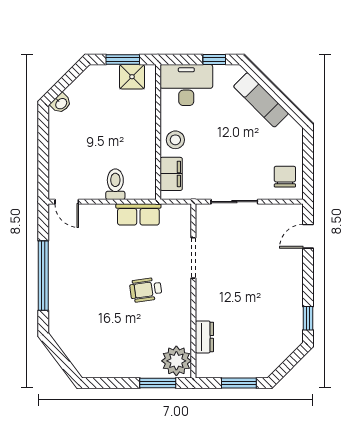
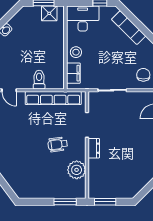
row of seats: (138, 214) -> (53, 98), width x2.02
dresser: (204, 337) -> (94, 148), moved
plant: (176, 361) -> (77, 170), moved
window: (239, 383) -> (105, 202), moved

